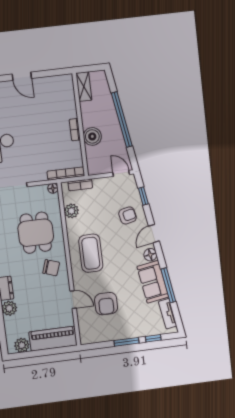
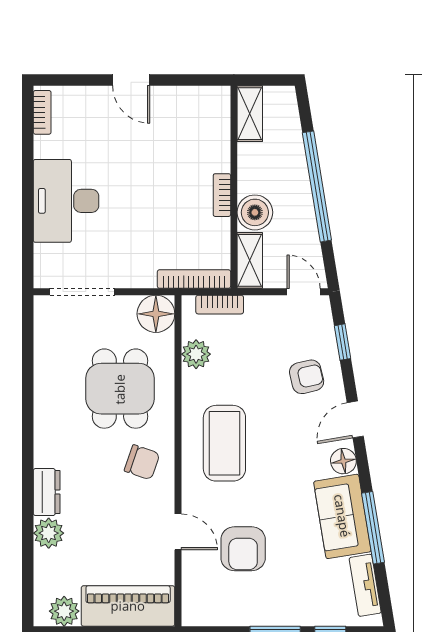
shelving: (93, 161) -> (250, 260), added
floor lamp: (53, 188) -> (156, 314), width x1.89, depth x1.89

